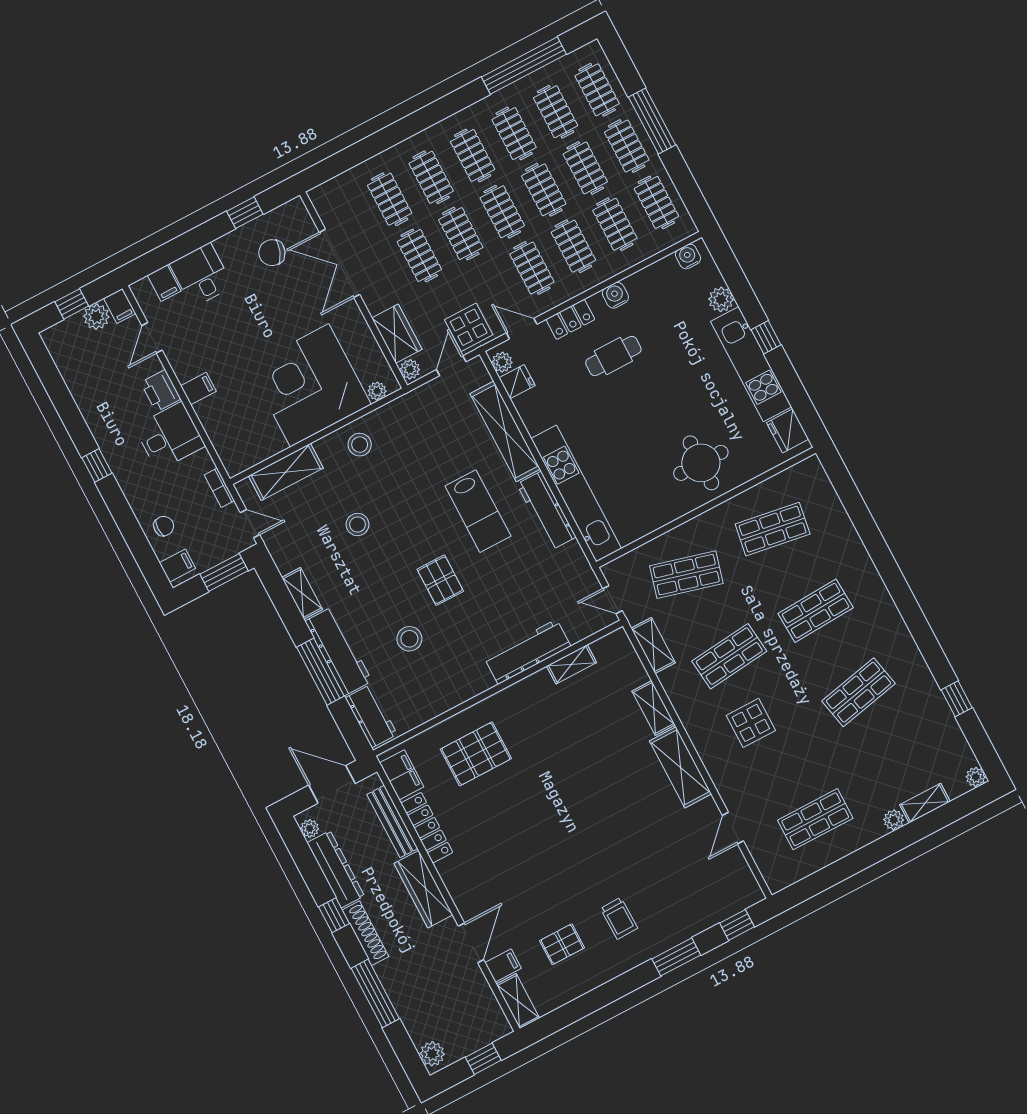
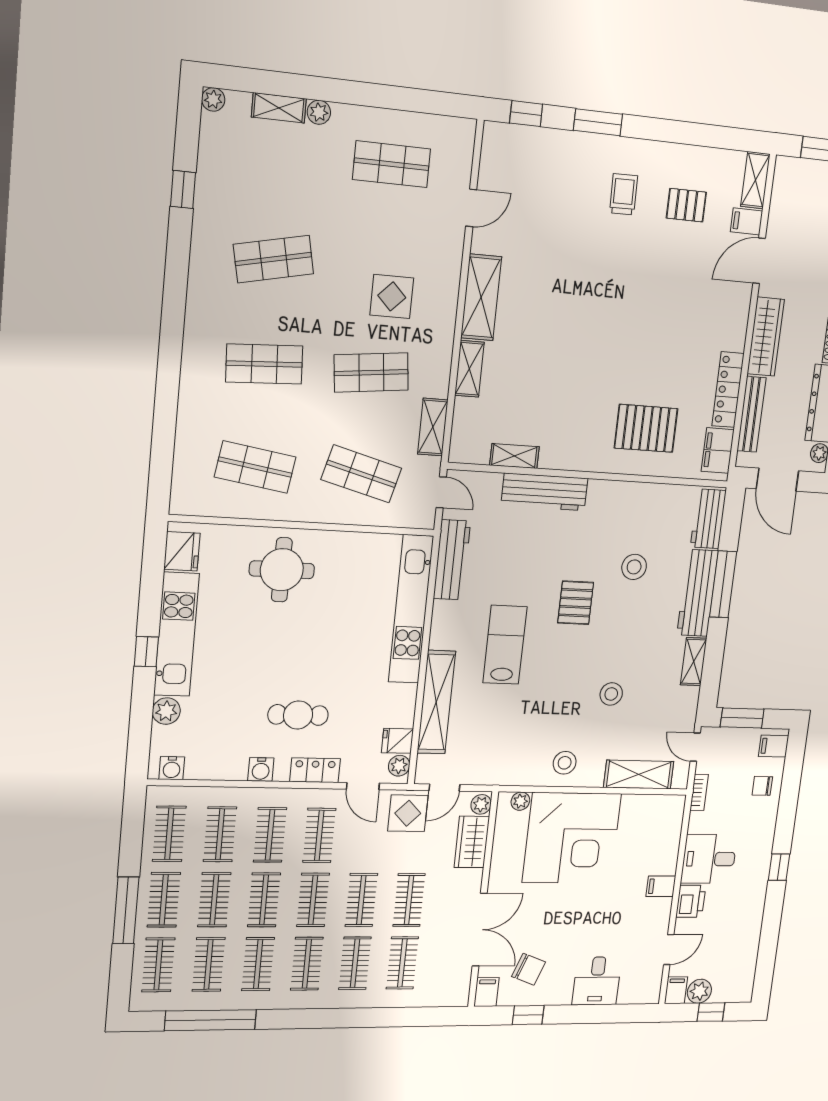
filing cabinet: (164, 283) -> (486, 992), moved
workbench: (546, 511) -> (452, 560), moved

